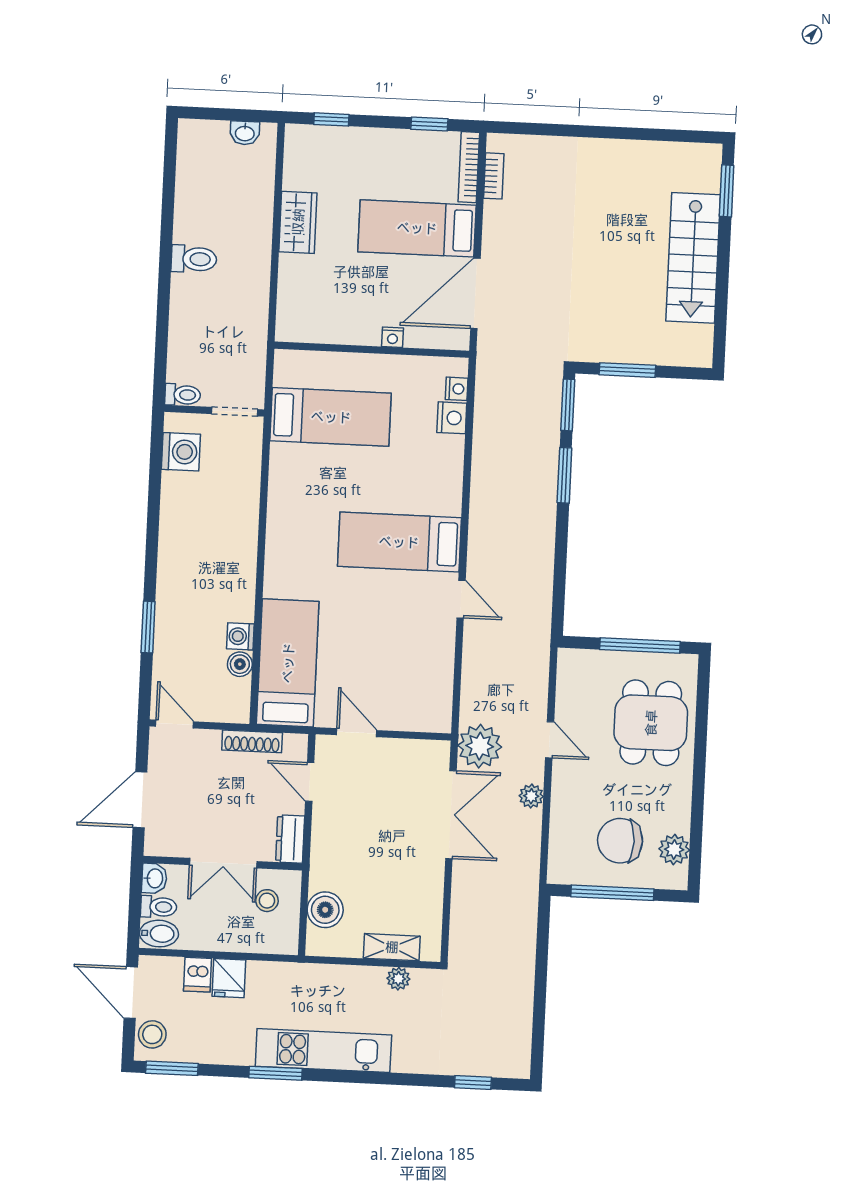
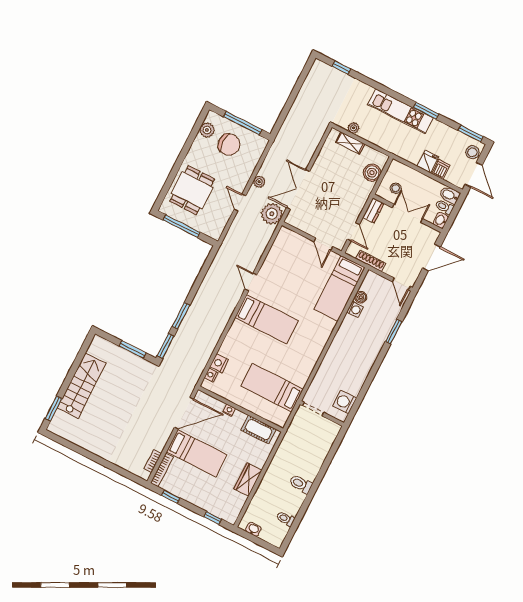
cot: (320, 326) -> (259, 430), added
toilet: (183, 395) -> (286, 519), moved

